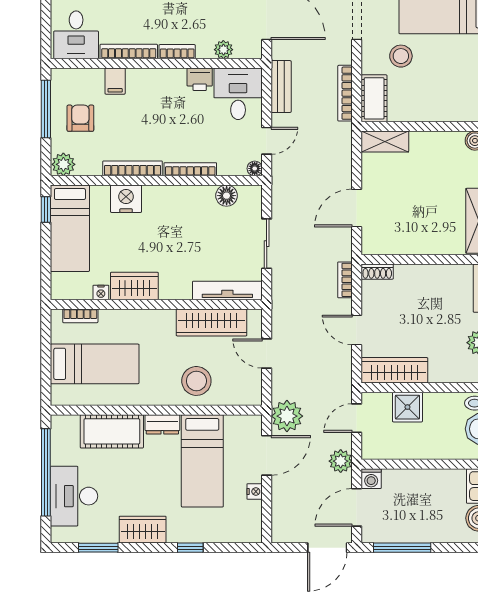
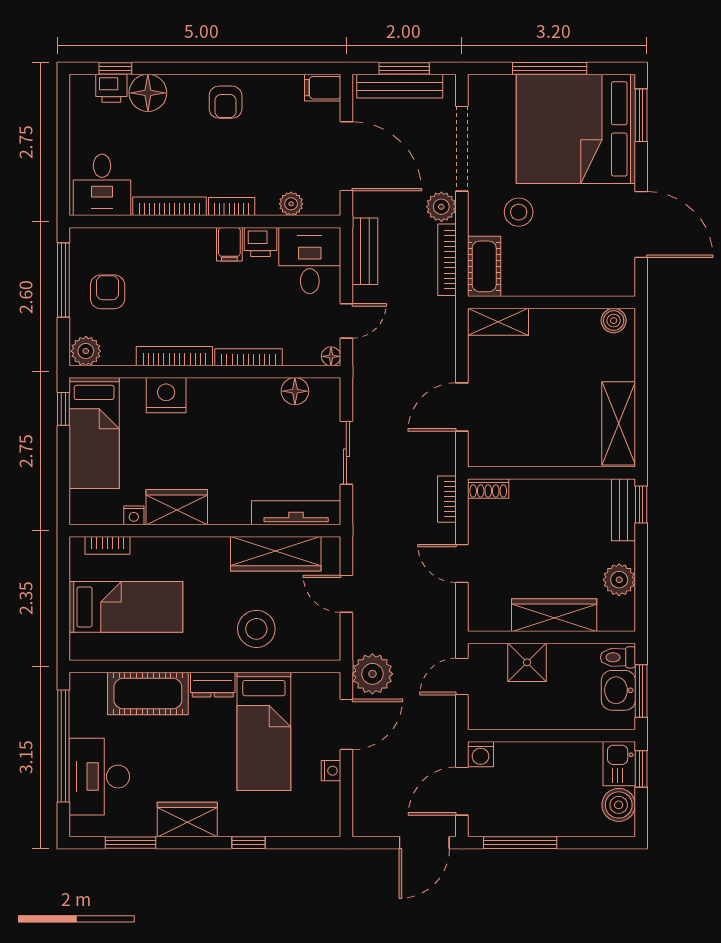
filing cabinet: (115, 81) -> (229, 244), moved
wardrobe: (394, 370) -> (554, 615), moved
plant: (341, 461) -> (441, 207), moved

